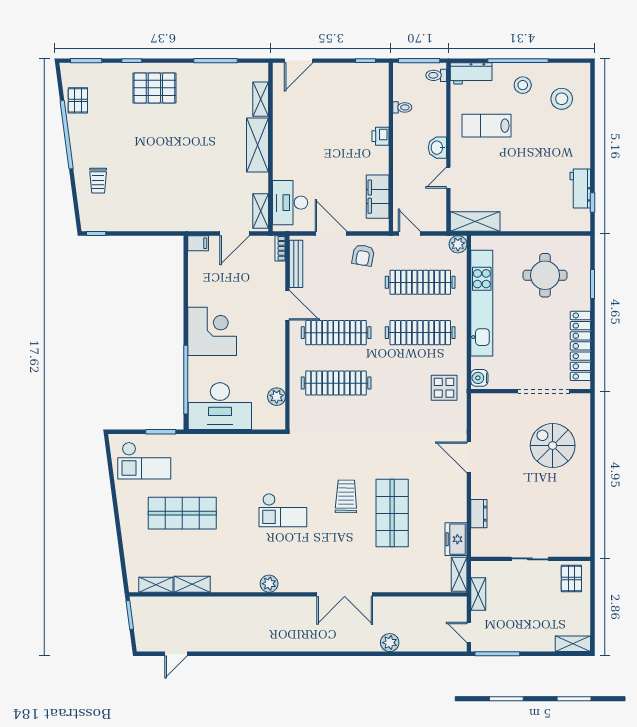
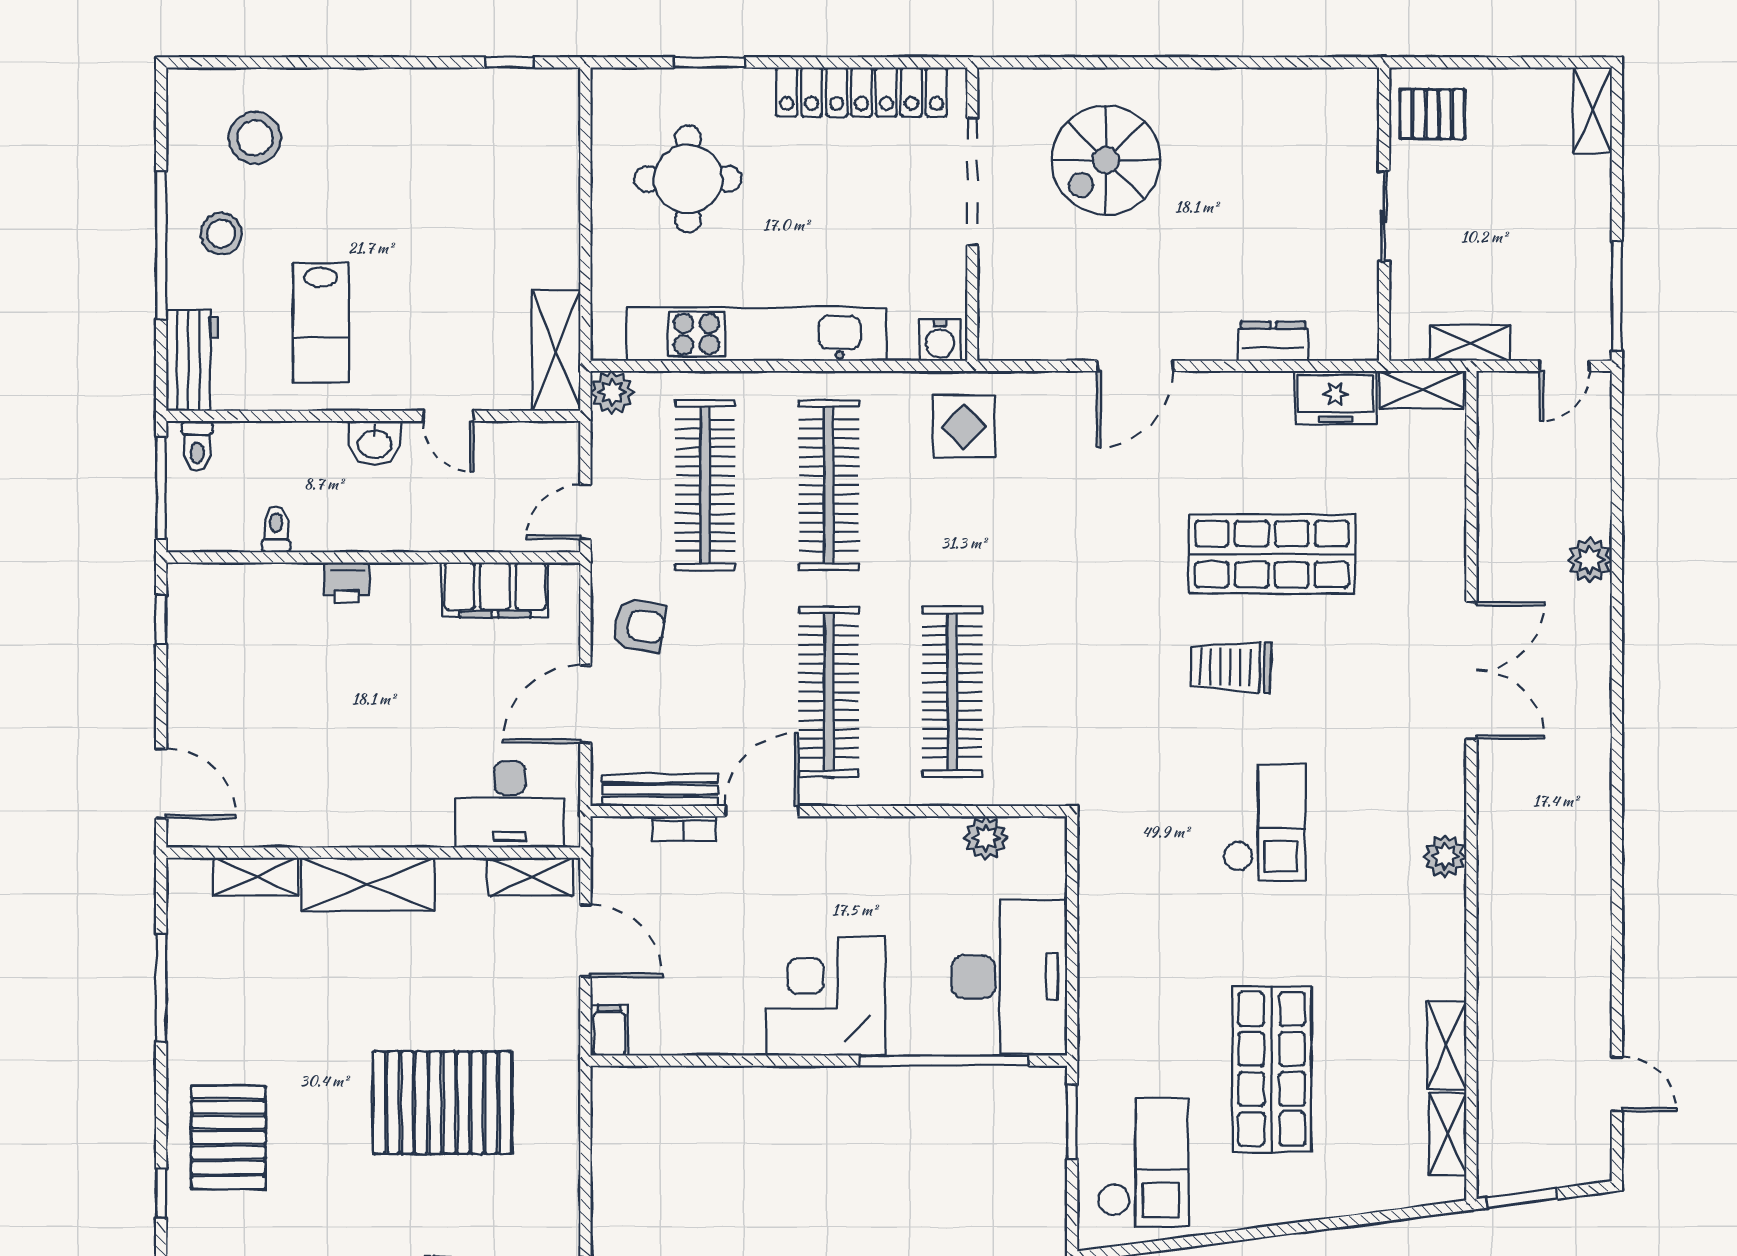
pallet: (169, 175) -> (442, 1103), added
workbench: (580, 188) -> (475, 92), removed
bookcase: (280, 248) -> (684, 829), moved

